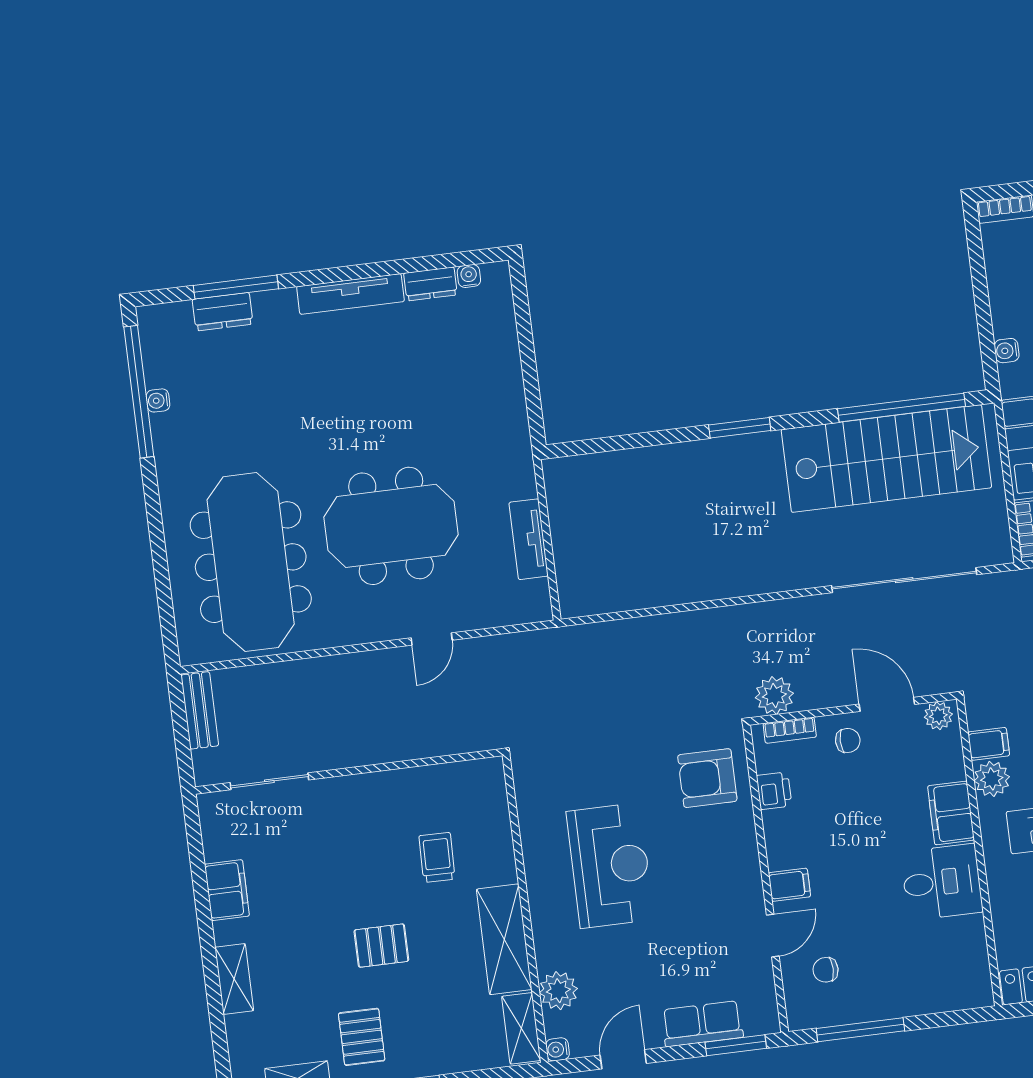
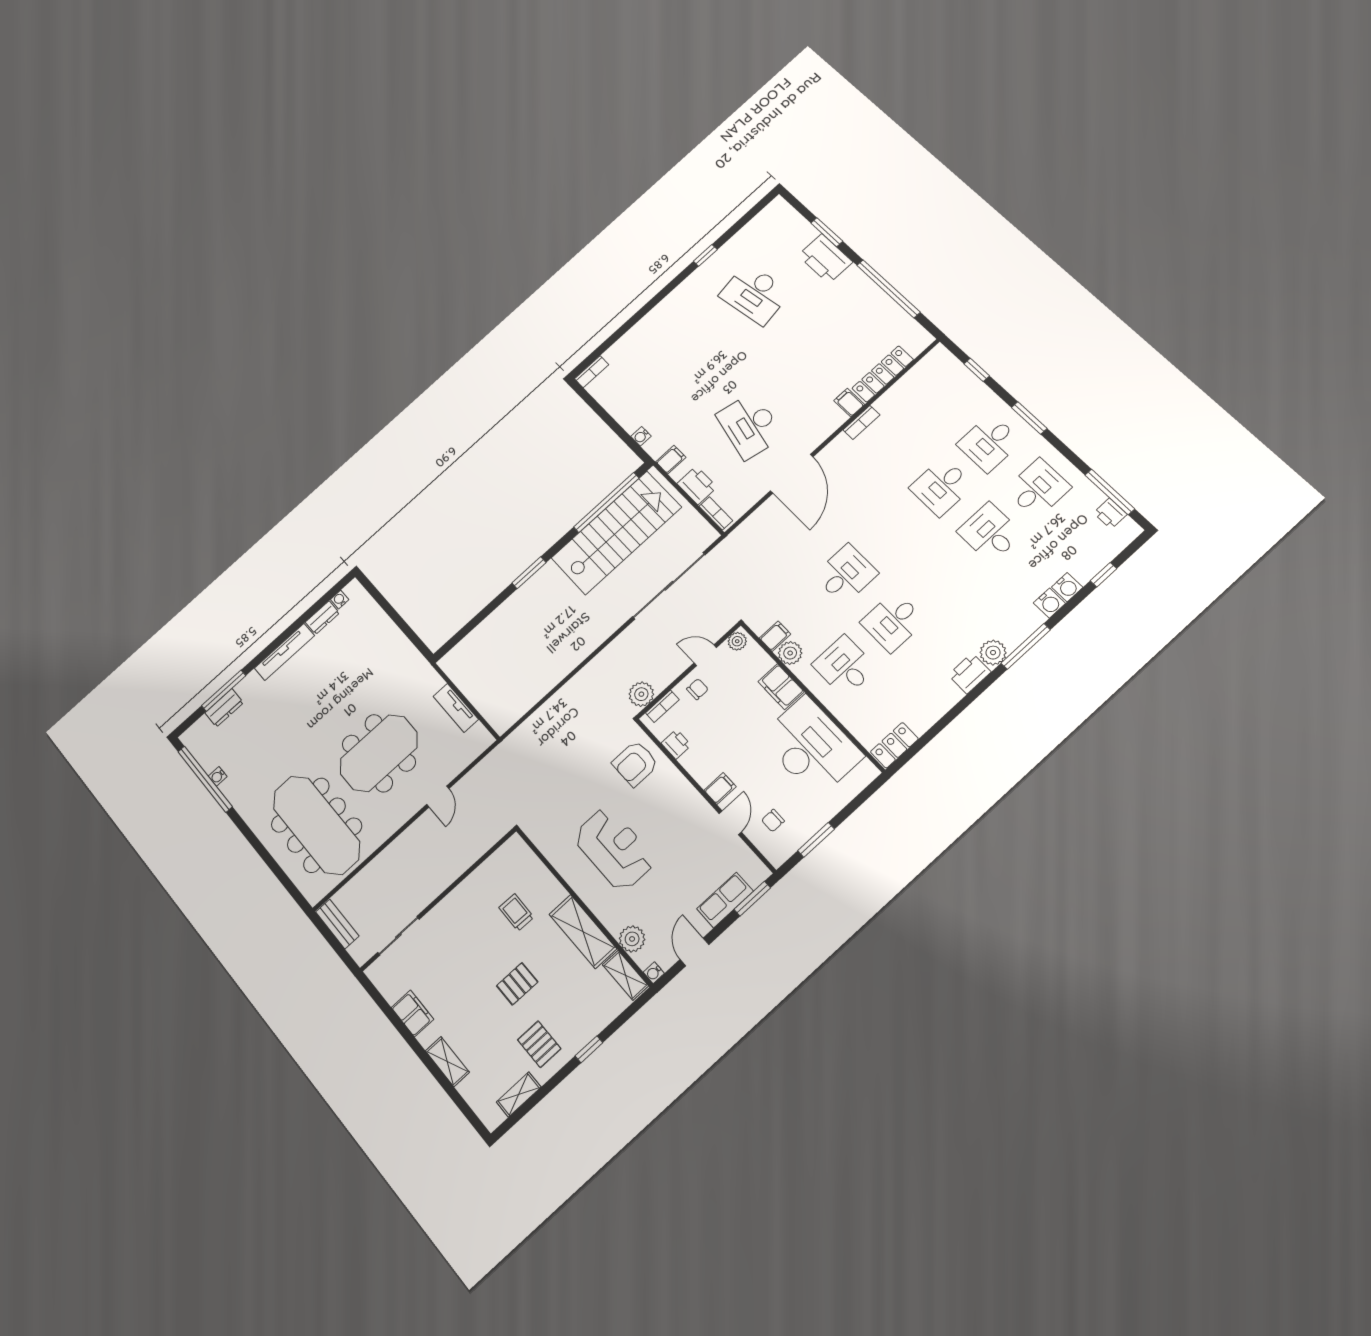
door: (887, 704) -> (705, 655), width x0.73
desk: (942, 882) -> (811, 747), width x1.87, depth x1.30
window: (860, 1030) -> (816, 840), width x0.69

